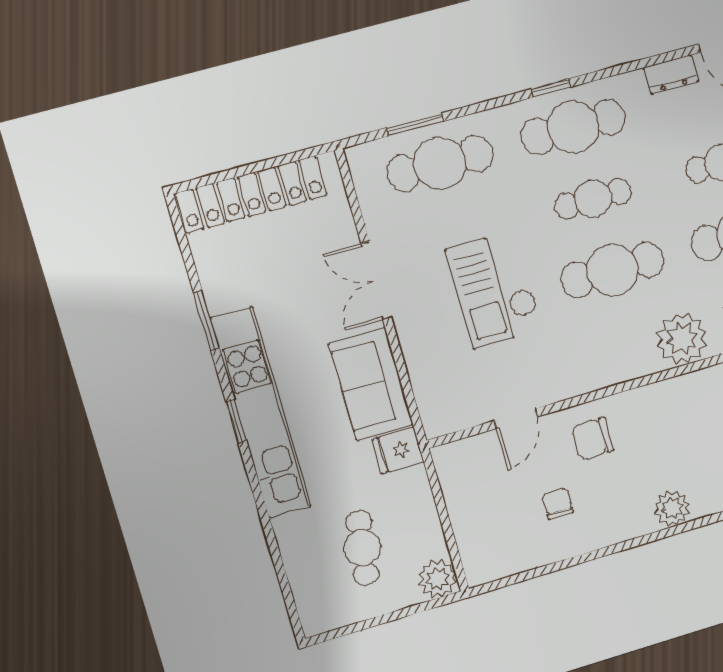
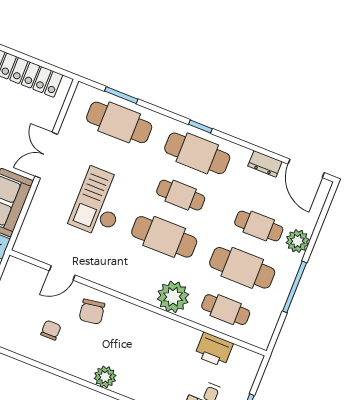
chair: (592, 439) -> (92, 312), turned -99

